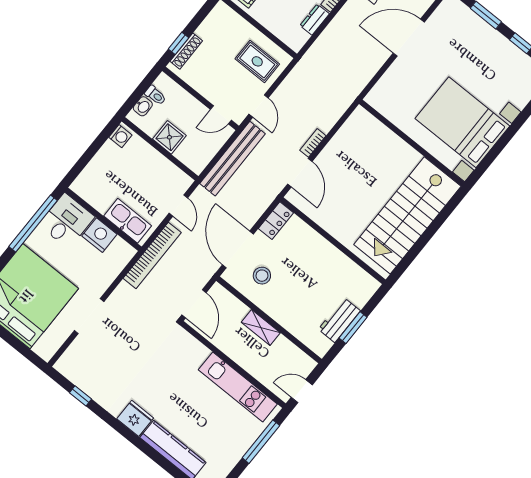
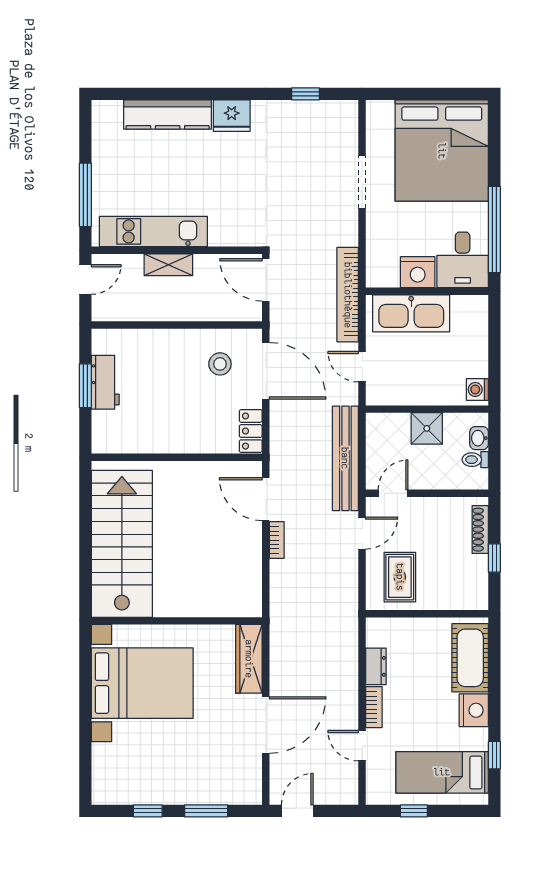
window: (178, 43) -> (494, 558), moved
rug: (257, 61) -> (400, 577), turned 90
wardrobe: (387, 85) -> (249, 659), added
door: (259, 106) -> (362, 533), swing flipped
kitchen sink: (128, 221) -> (411, 313), width x1.36, depth x1.24
shelving: (261, 328) -> (168, 265), moved

